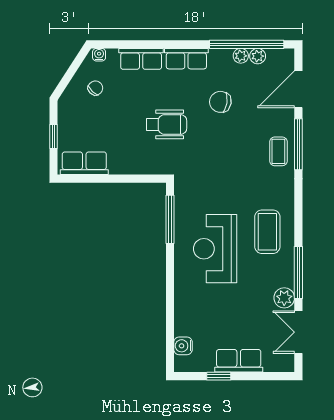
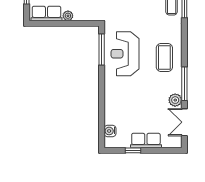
plant: (118, 167) -> (68, 16), added
reception desk: (215, 249) -> (125, 54), moved

